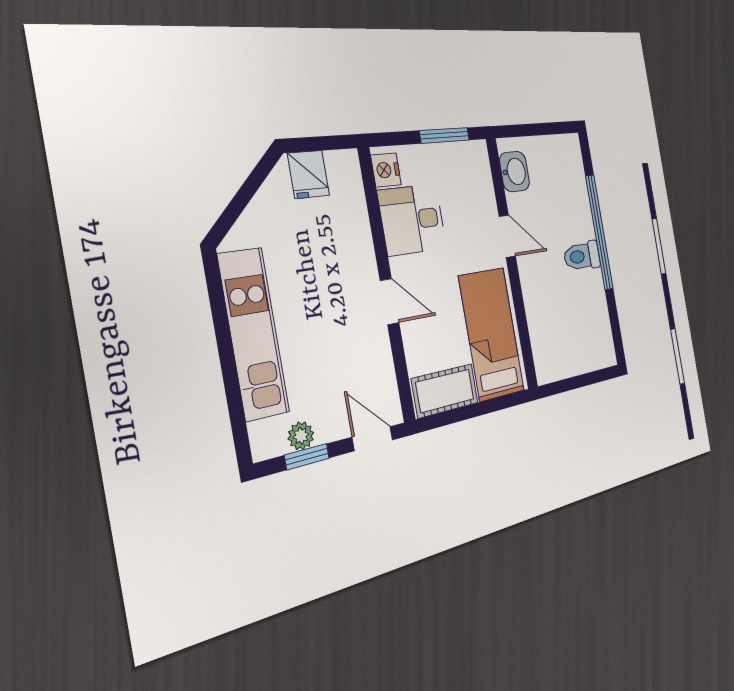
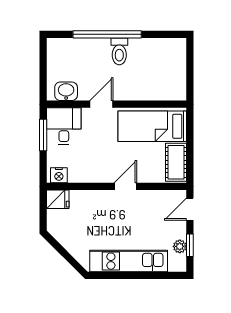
fridge: (308, 174) -> (58, 199), moved
desk: (412, 220) -> (64, 126), moved, turned 180

